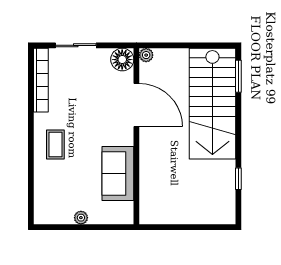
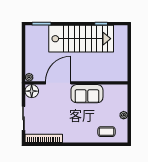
stairs: (212, 104) -> (81, 39), moved
coffee table: (55, 145) -> (107, 132), moved
sofa: (118, 173) -> (87, 94), moved

